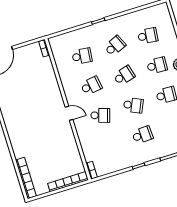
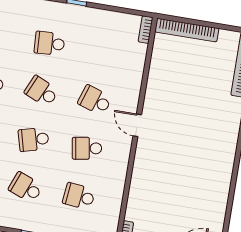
school desk: (115, 46) -> (26, 188), turned 45

